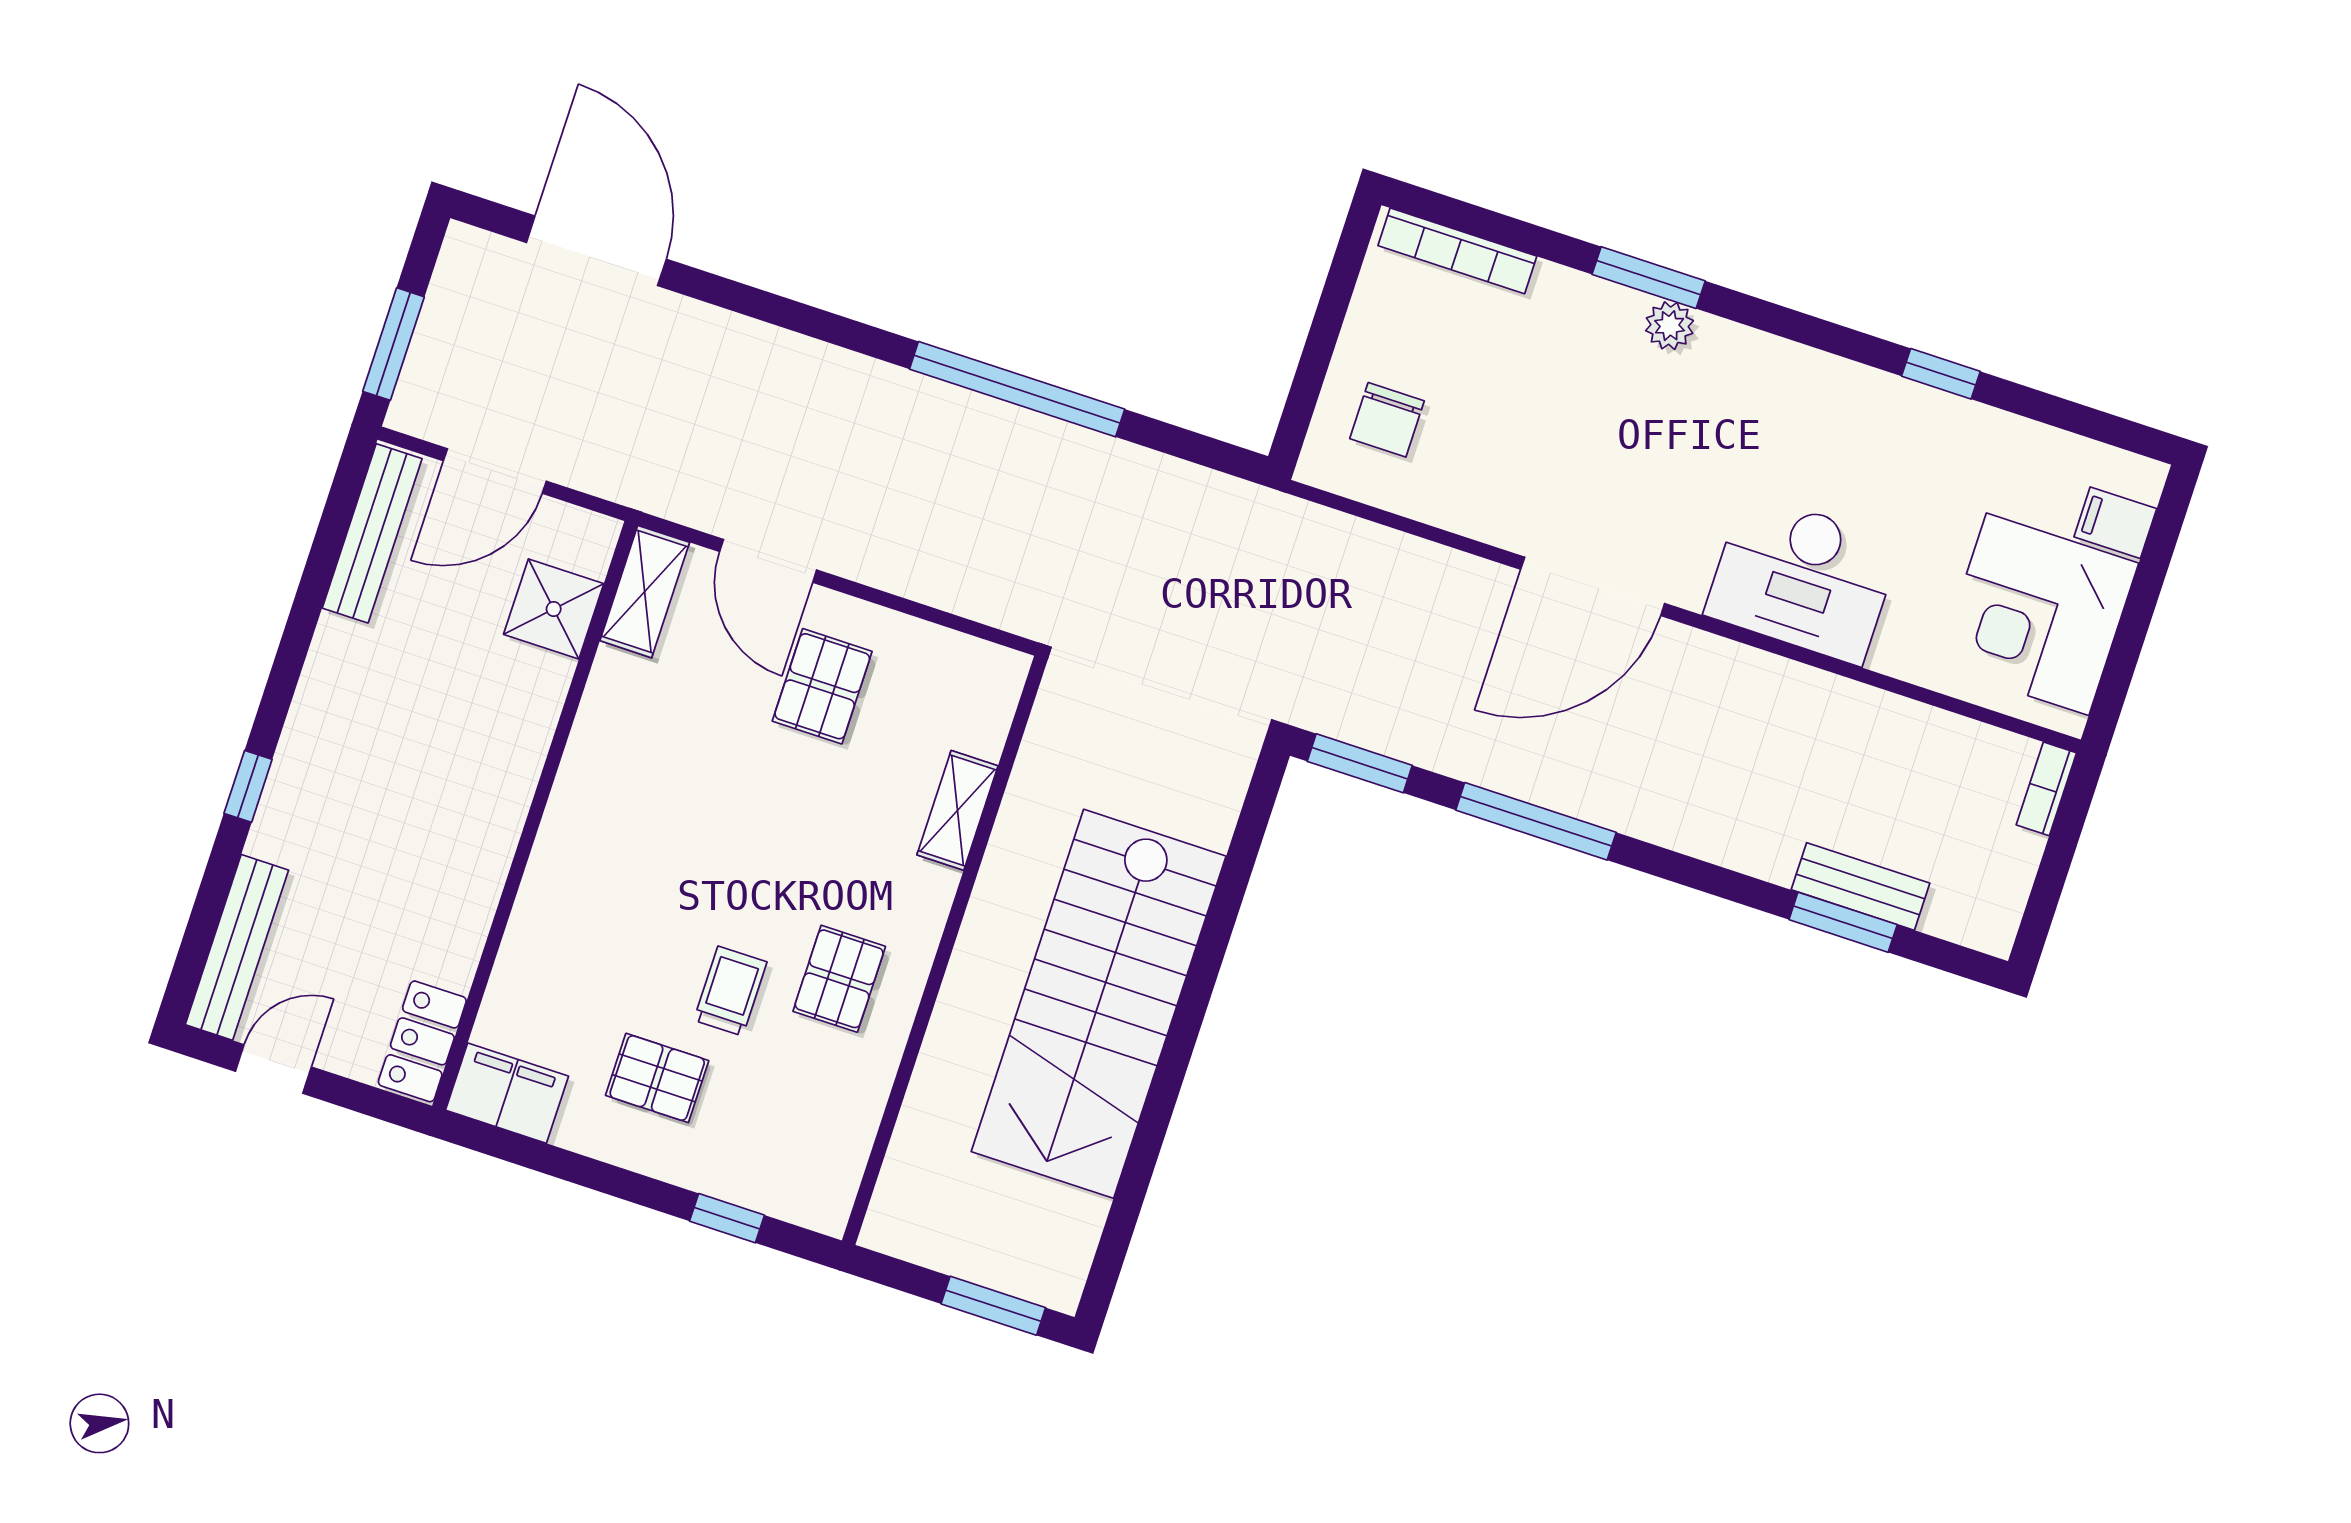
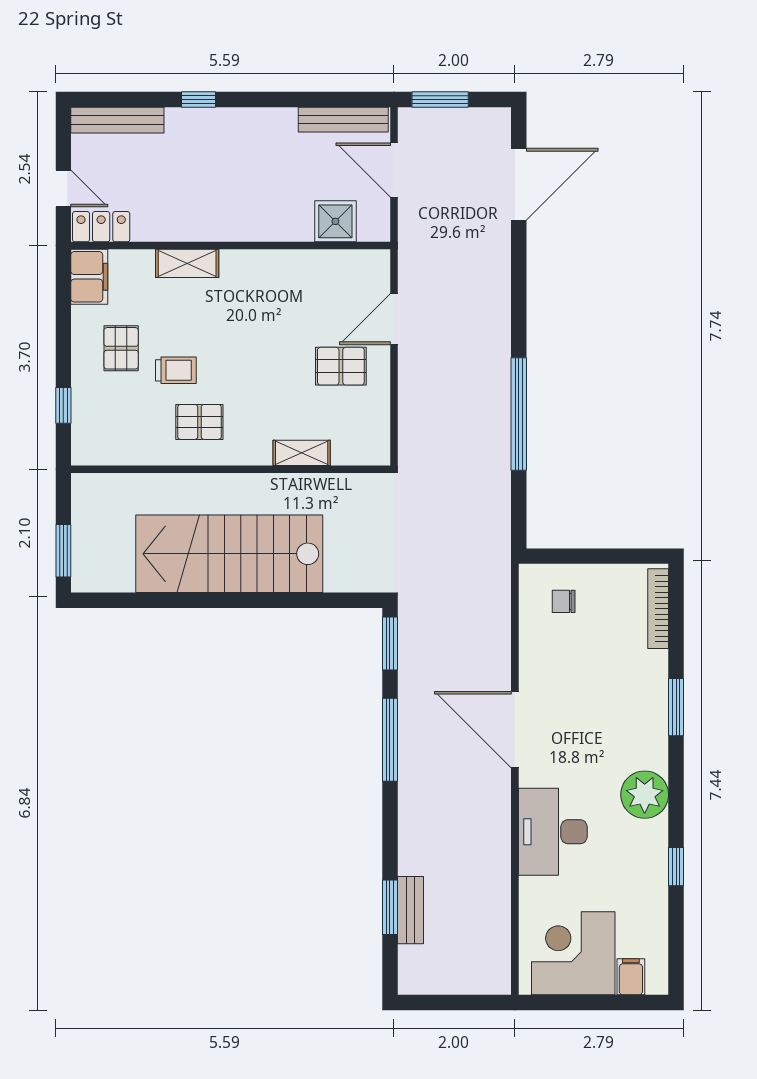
plant: (1670, 326) -> (645, 795), moved, width x1.87, depth x1.87
chair: (1387, 420) -> (564, 601), width x0.73, depth x0.73
shelving: (645, 592) -> (187, 263), moved
bookcase: (2046, 789) -> (489, 986), removed
door: (273, 1069) -> (63, 189), moved

